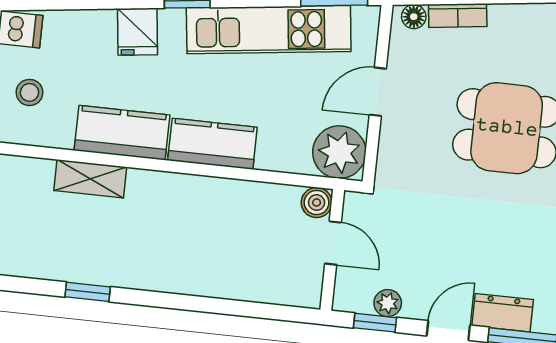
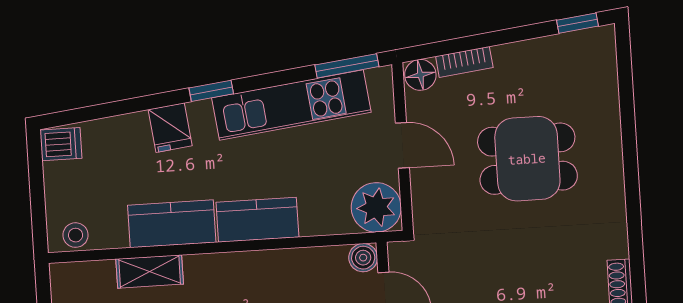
floor lamp: (414, 17) -> (420, 75), width x1.37, depth x1.37
stool: (29, 92) -> (76, 235), moved
door: (378, 92) -> (402, 145), swing flipped

